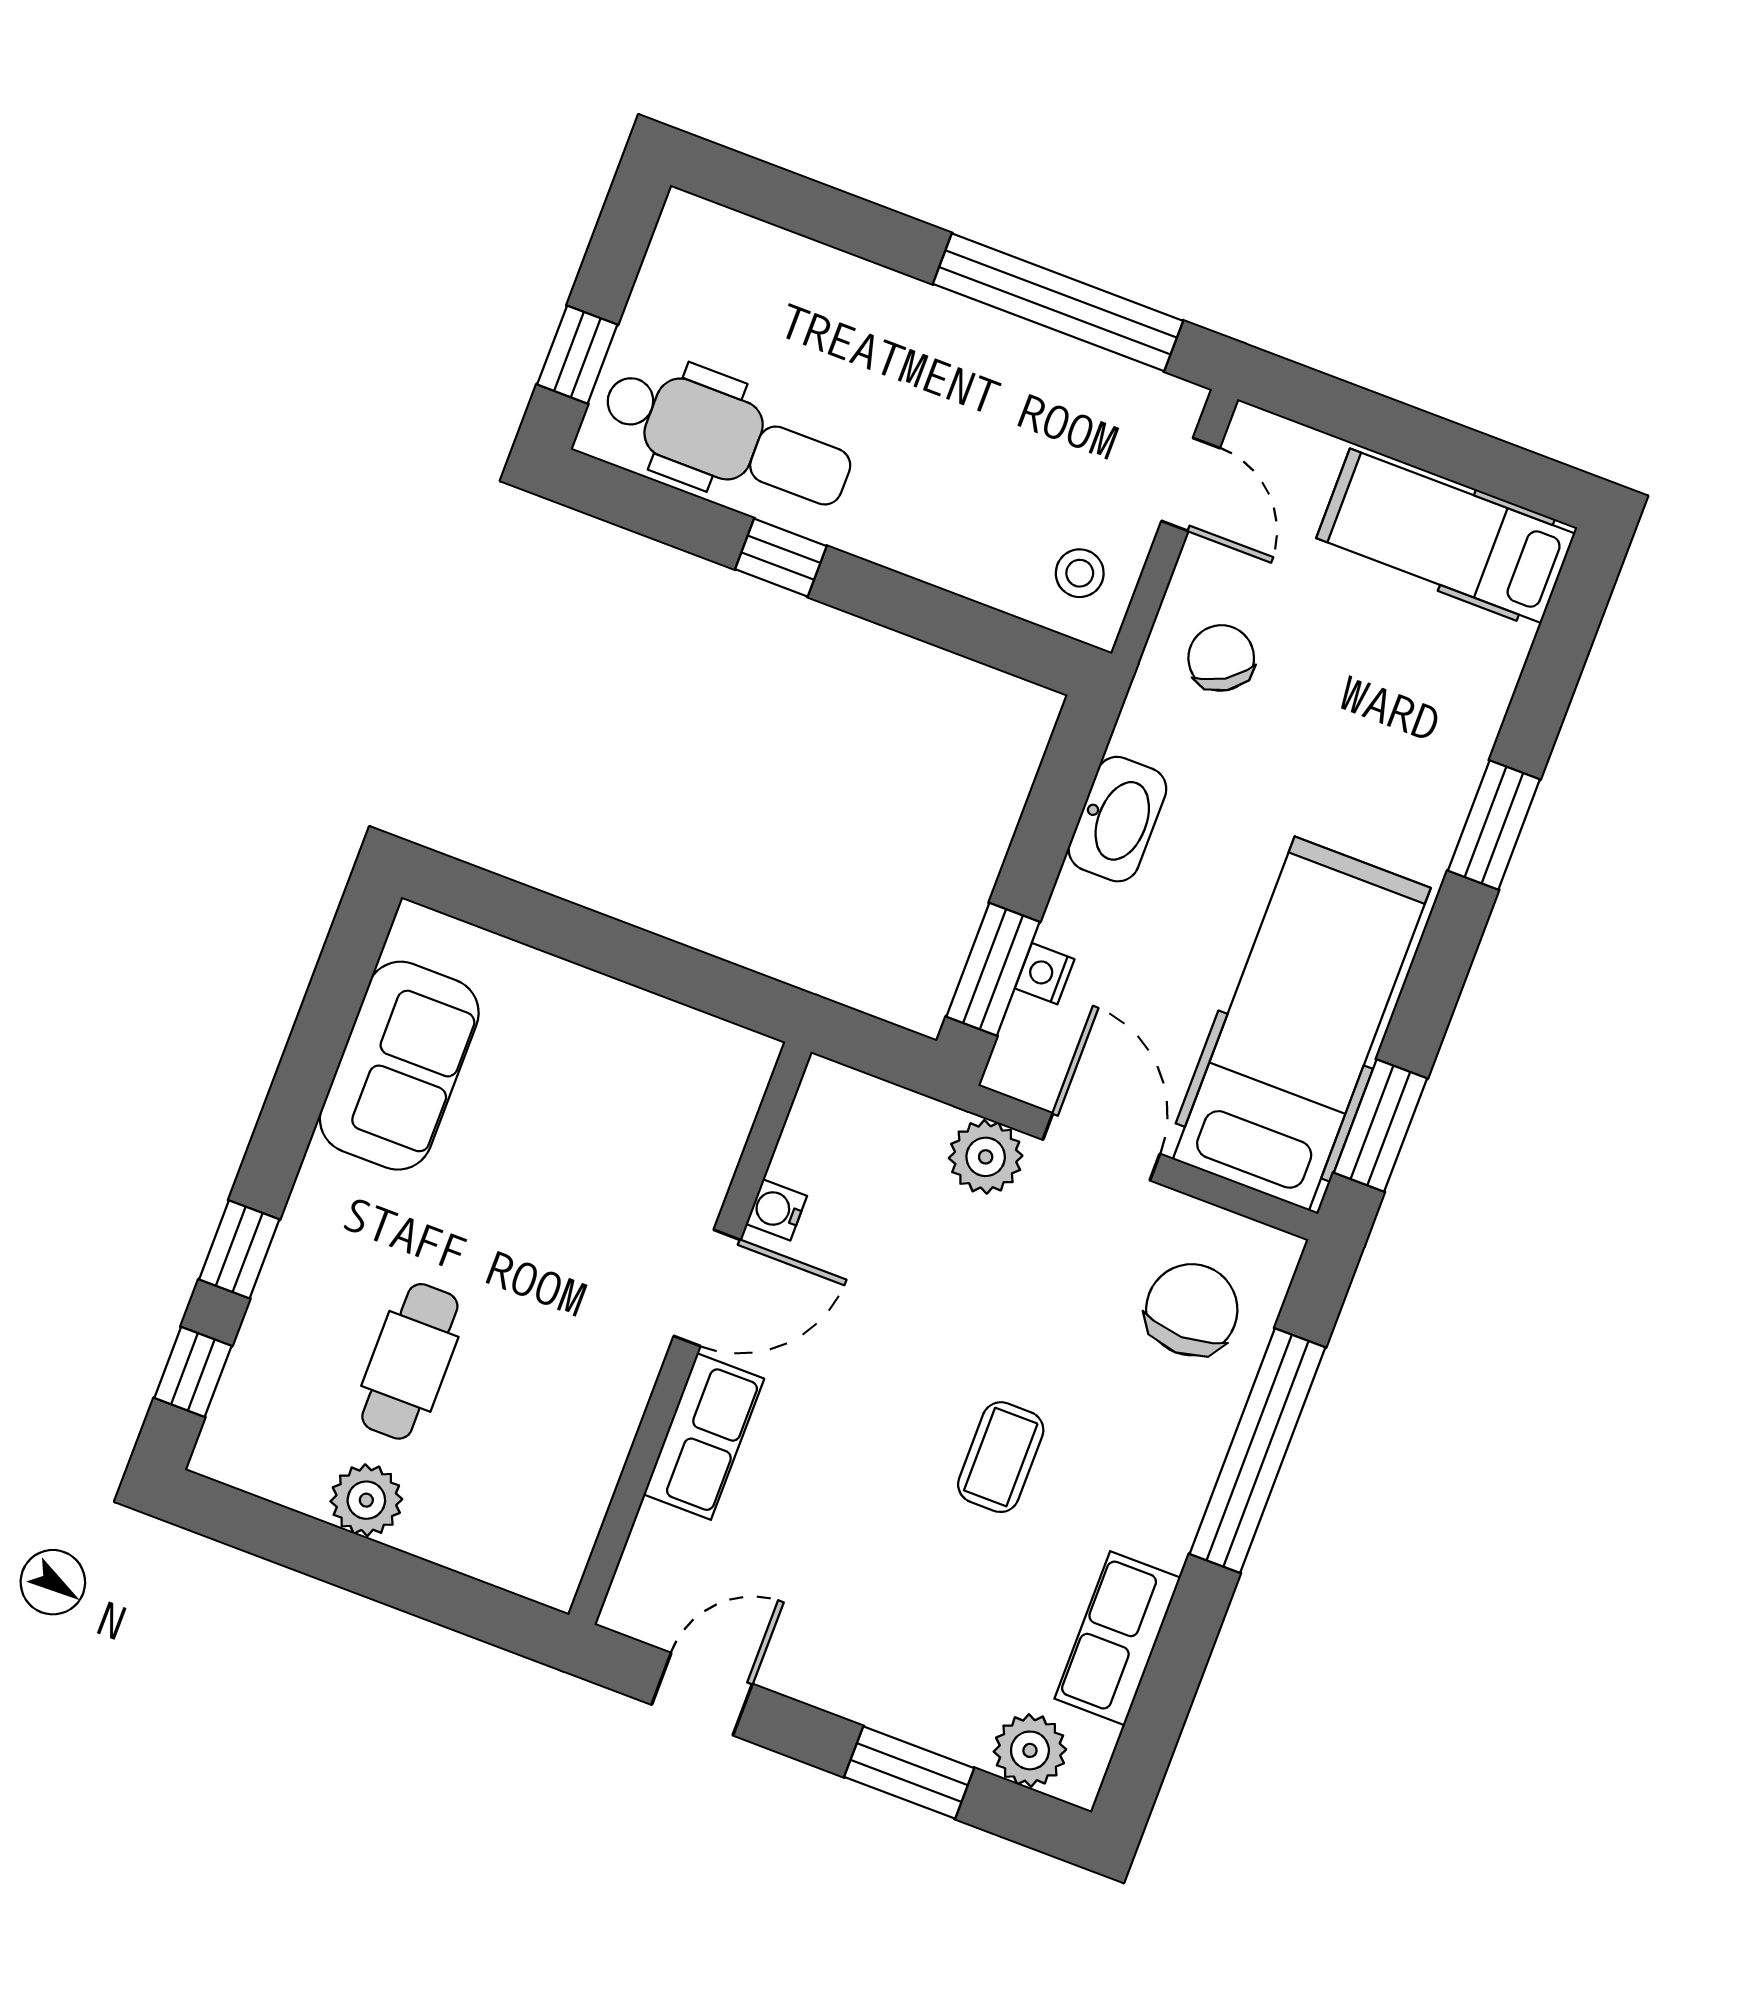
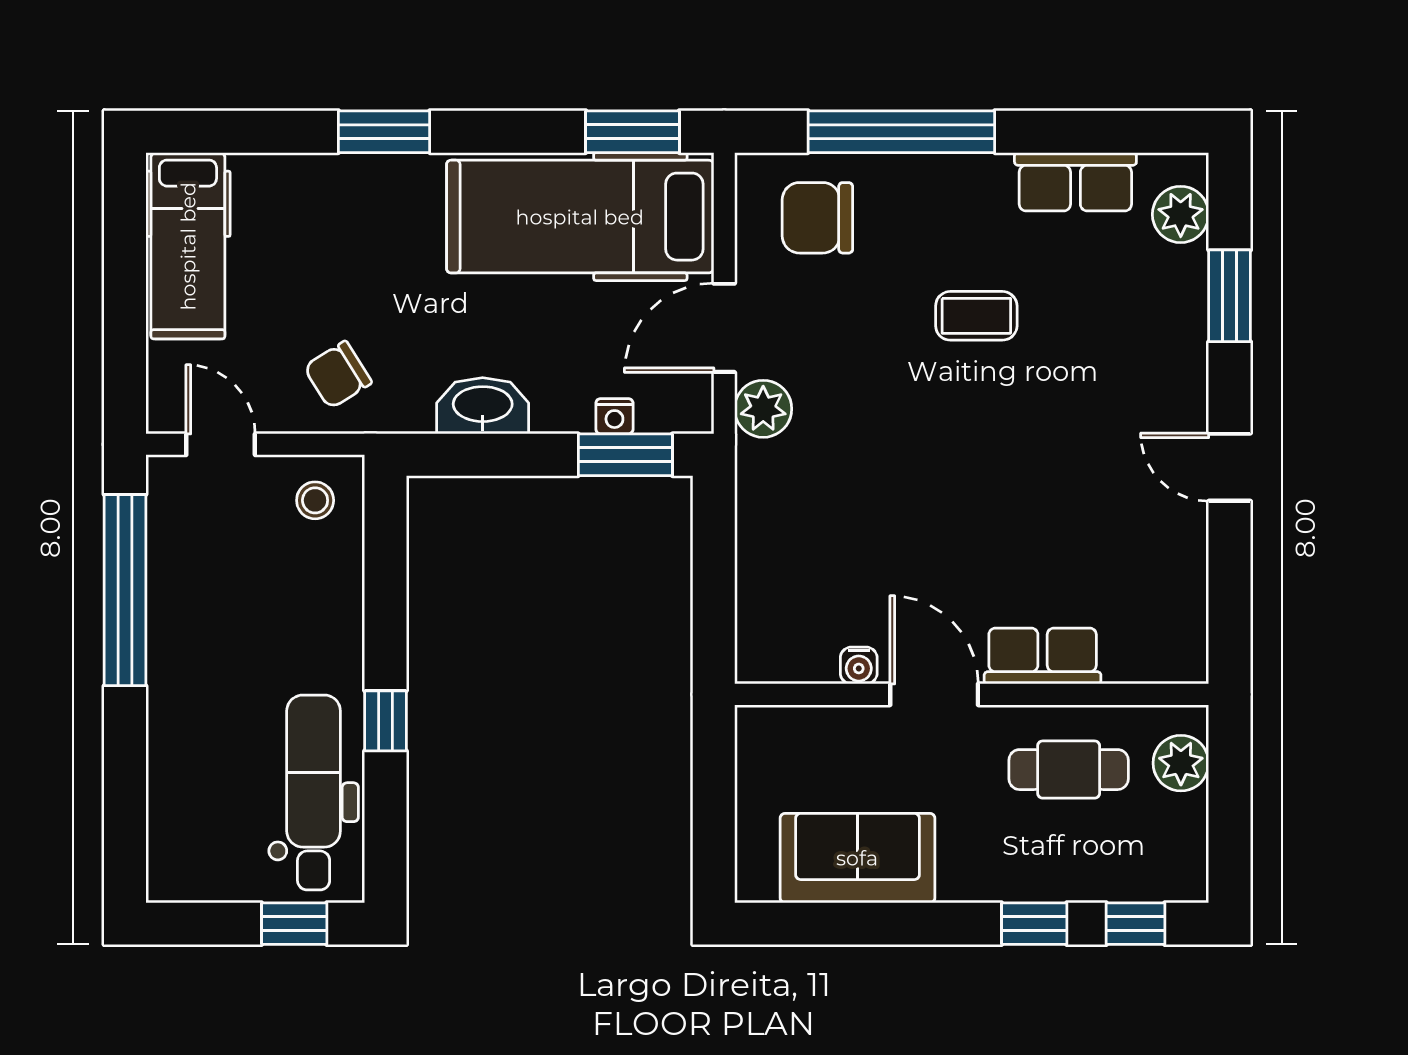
door: (1191, 485) -> (221, 444), hinge flipped
water cooler: (776, 1210) -> (859, 666), moved
door: (707, 1288) -> (934, 694), moved
wall: (690, 1333) -> (972, 694), moved
row of seats: (704, 1437) -> (1043, 656), moved

